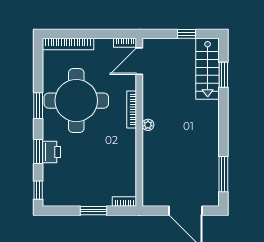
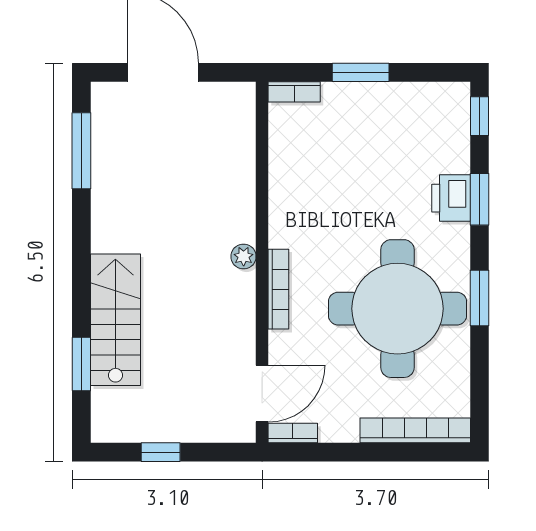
stairs: (208, 69) -> (115, 320), moved

